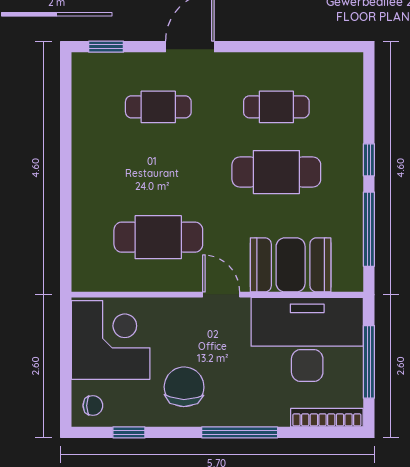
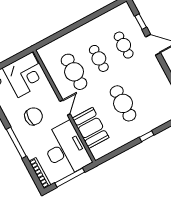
window: (106, 47) -> (141, 22), moved
cafe table: (276, 107) -> (99, 58), moved
window: (369, 229) -> (120, 150), removed
chair: (184, 387) -> (34, 116), moved

